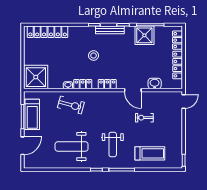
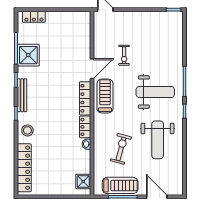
stool: (94, 56) -> (27, 130), moved
locker: (178, 65) -> (63, 17), removed
shower: (36, 77) -> (83, 181), width x0.54, depth x0.54
locker: (107, 84) -> (85, 98), width x1.53
washbasin: (155, 84) -> (84, 43), removed
exercise bike: (71, 105) -> (121, 149), moved
weight bench: (113, 144) -> (155, 92), width x1.36, depth x1.33
treadmill: (150, 153) -> (105, 96), moved

